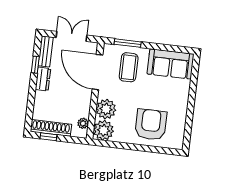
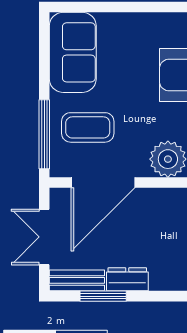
window: (128, 43) -> (44, 134), width x1.44
window: (35, 65) -> (103, 296), width x1.50

